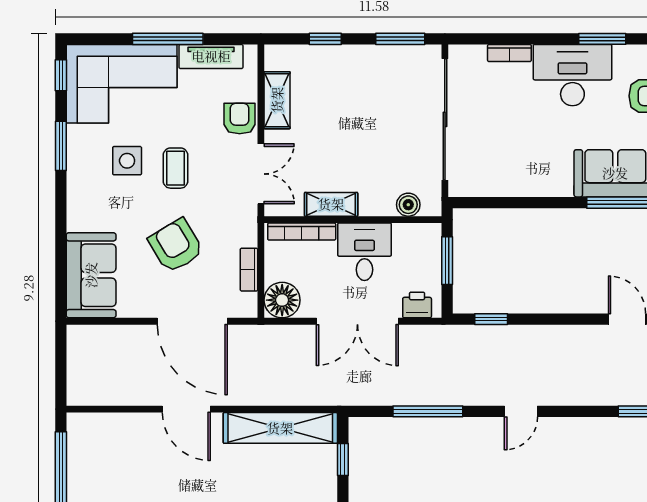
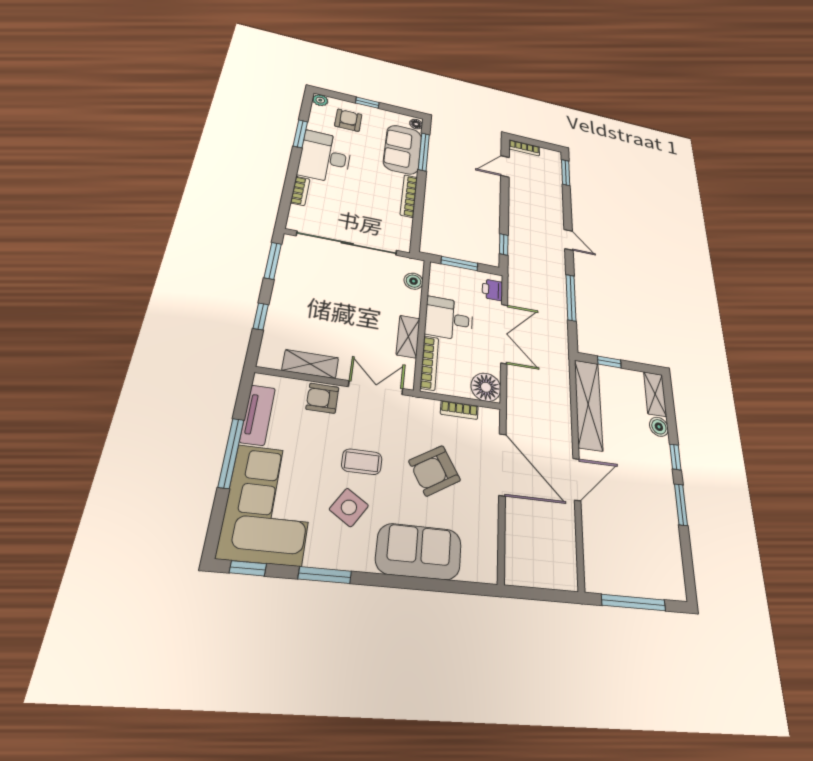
side table: (127, 161) -> (349, 507), turned 33
bookcase: (538, 188) -> (409, 196), added
sofa: (91, 275) -> (419, 552), moved
door: (192, 321) -> (502, 464), hinge flipped

